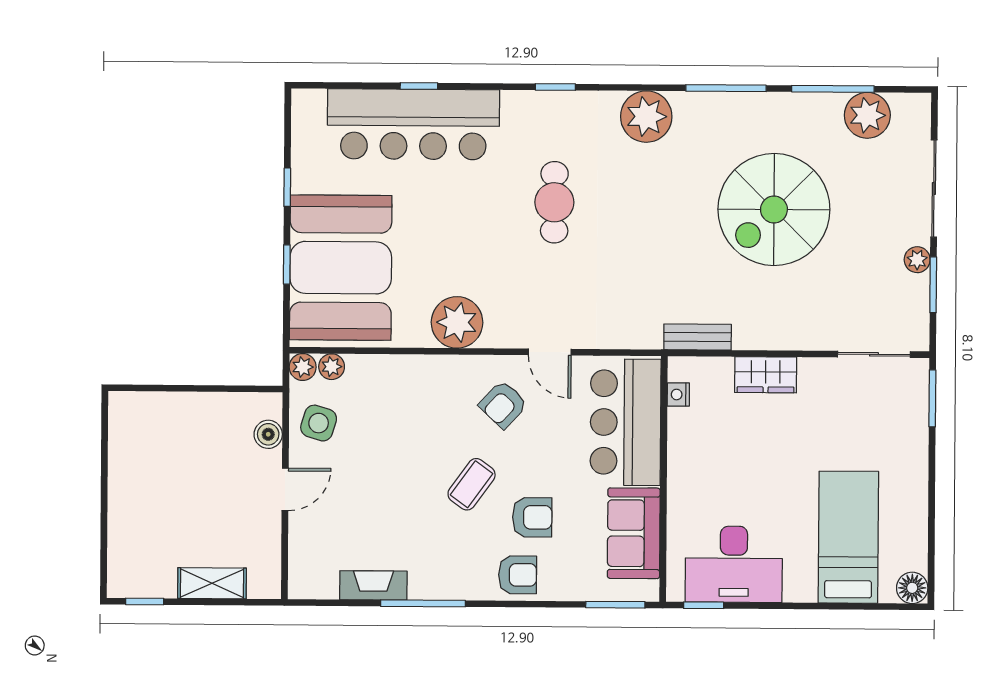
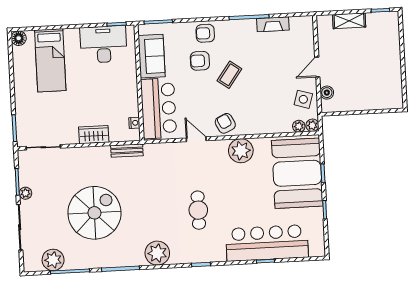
armchair: (503, 405) -> (225, 123), moved, turned -69

